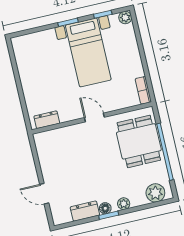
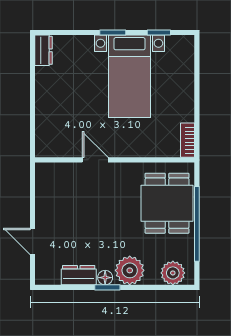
plant: (125, 18) -> (186, 43), removed
door: (94, 117) -> (95, 160), moved
dresser: (47, 120) -> (44, 50), moved, turned 90
plant: (124, 204) -> (130, 270), width x1.88, depth x1.88

